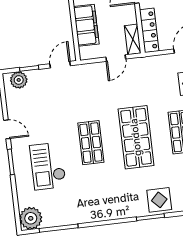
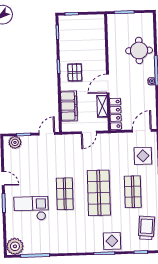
shelving: (133, 39) -> (102, 106), moved
checkout: (48, 166) -> (31, 208), turned 90

